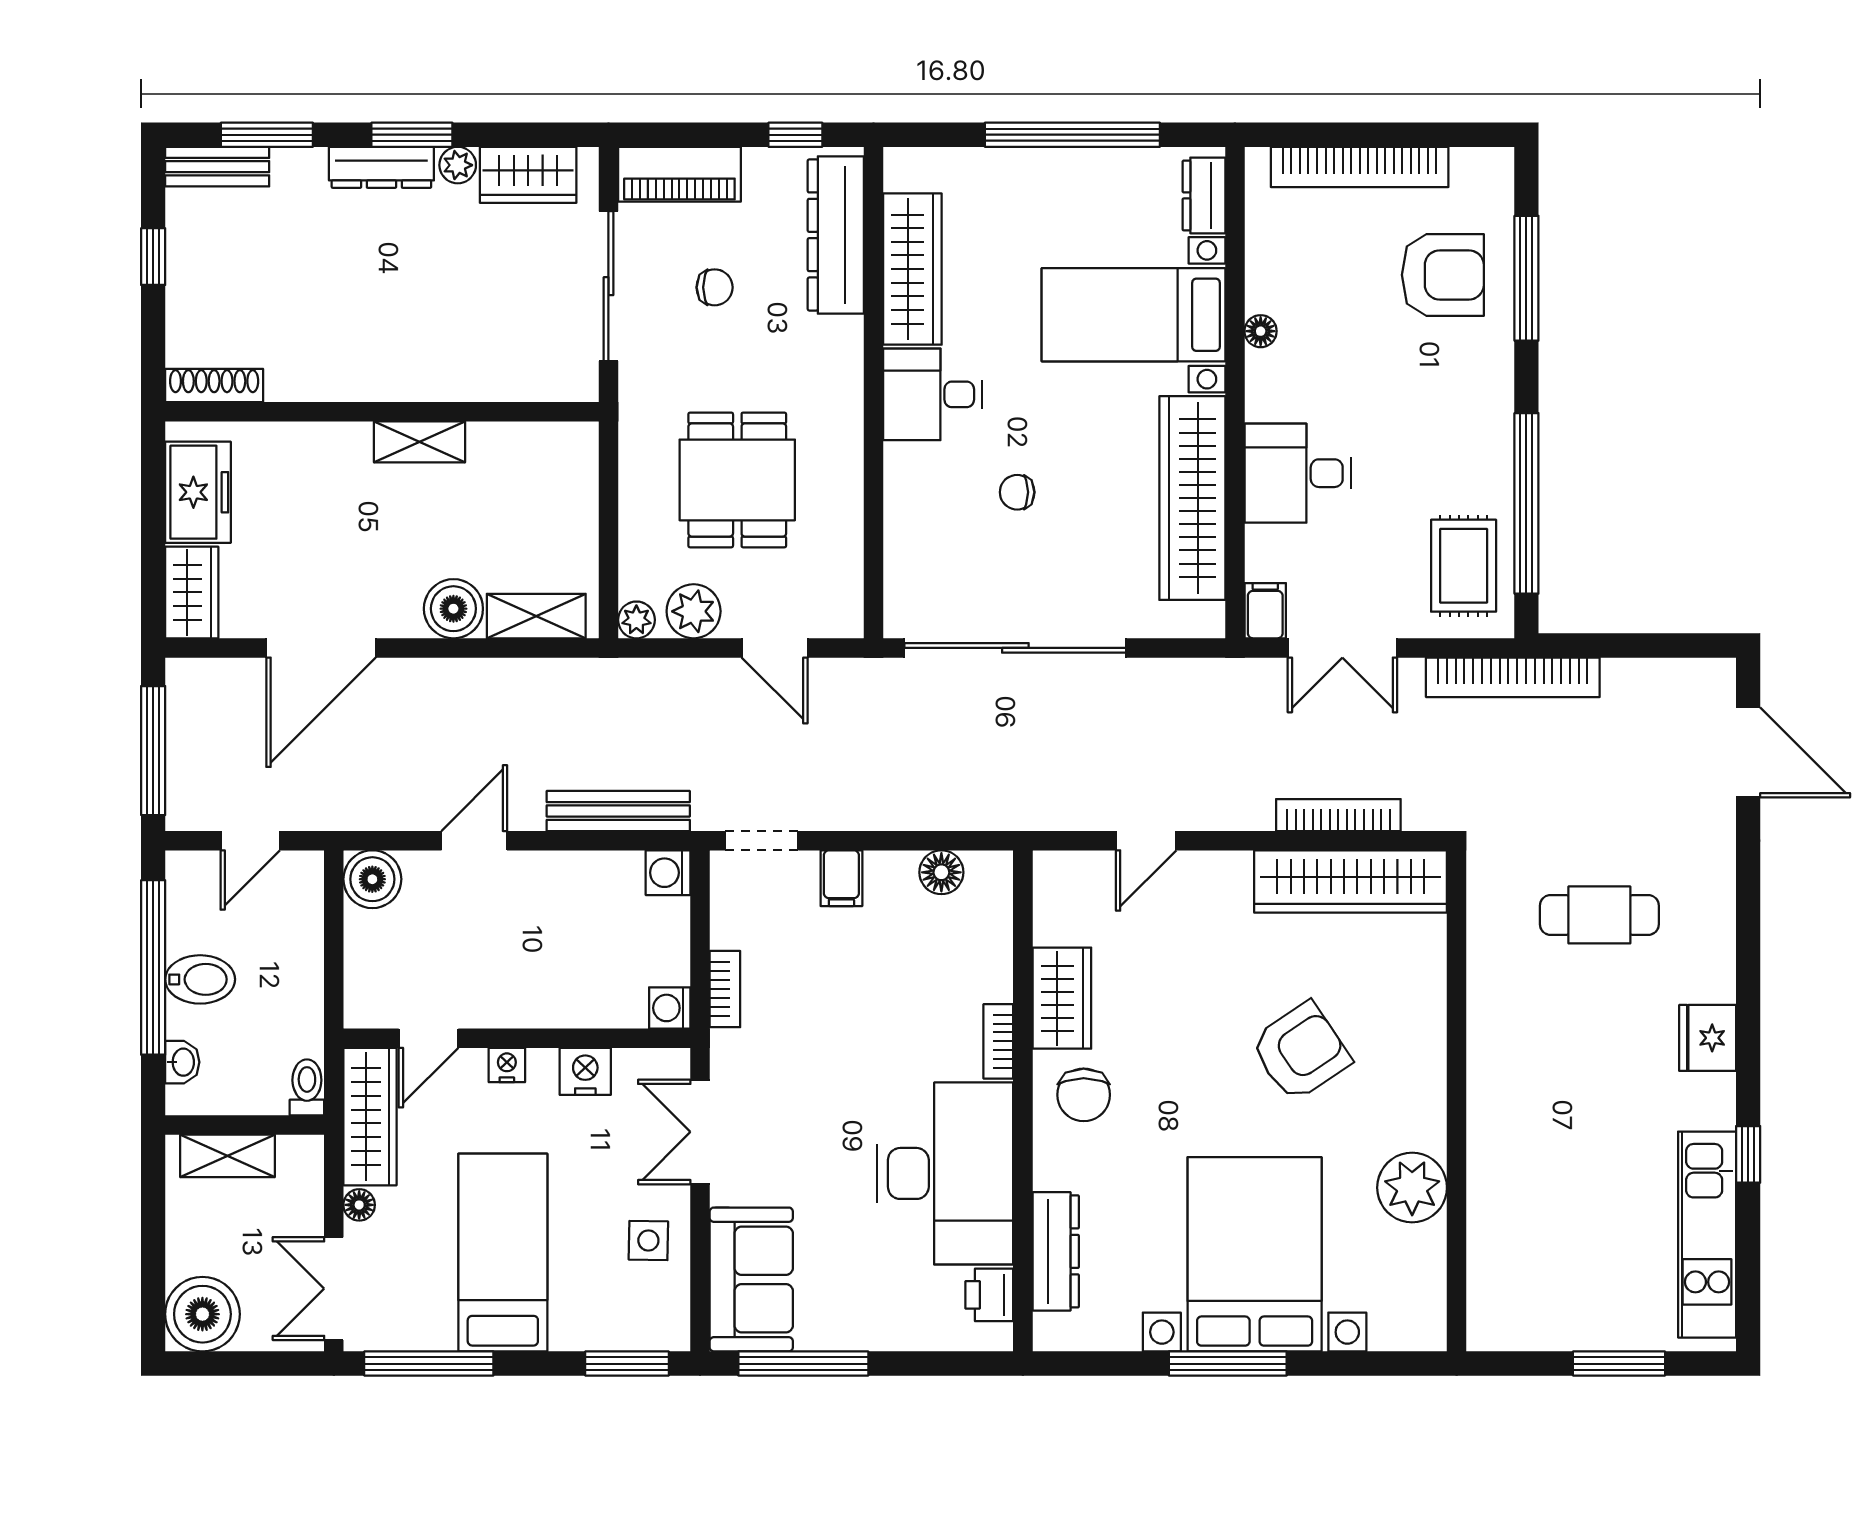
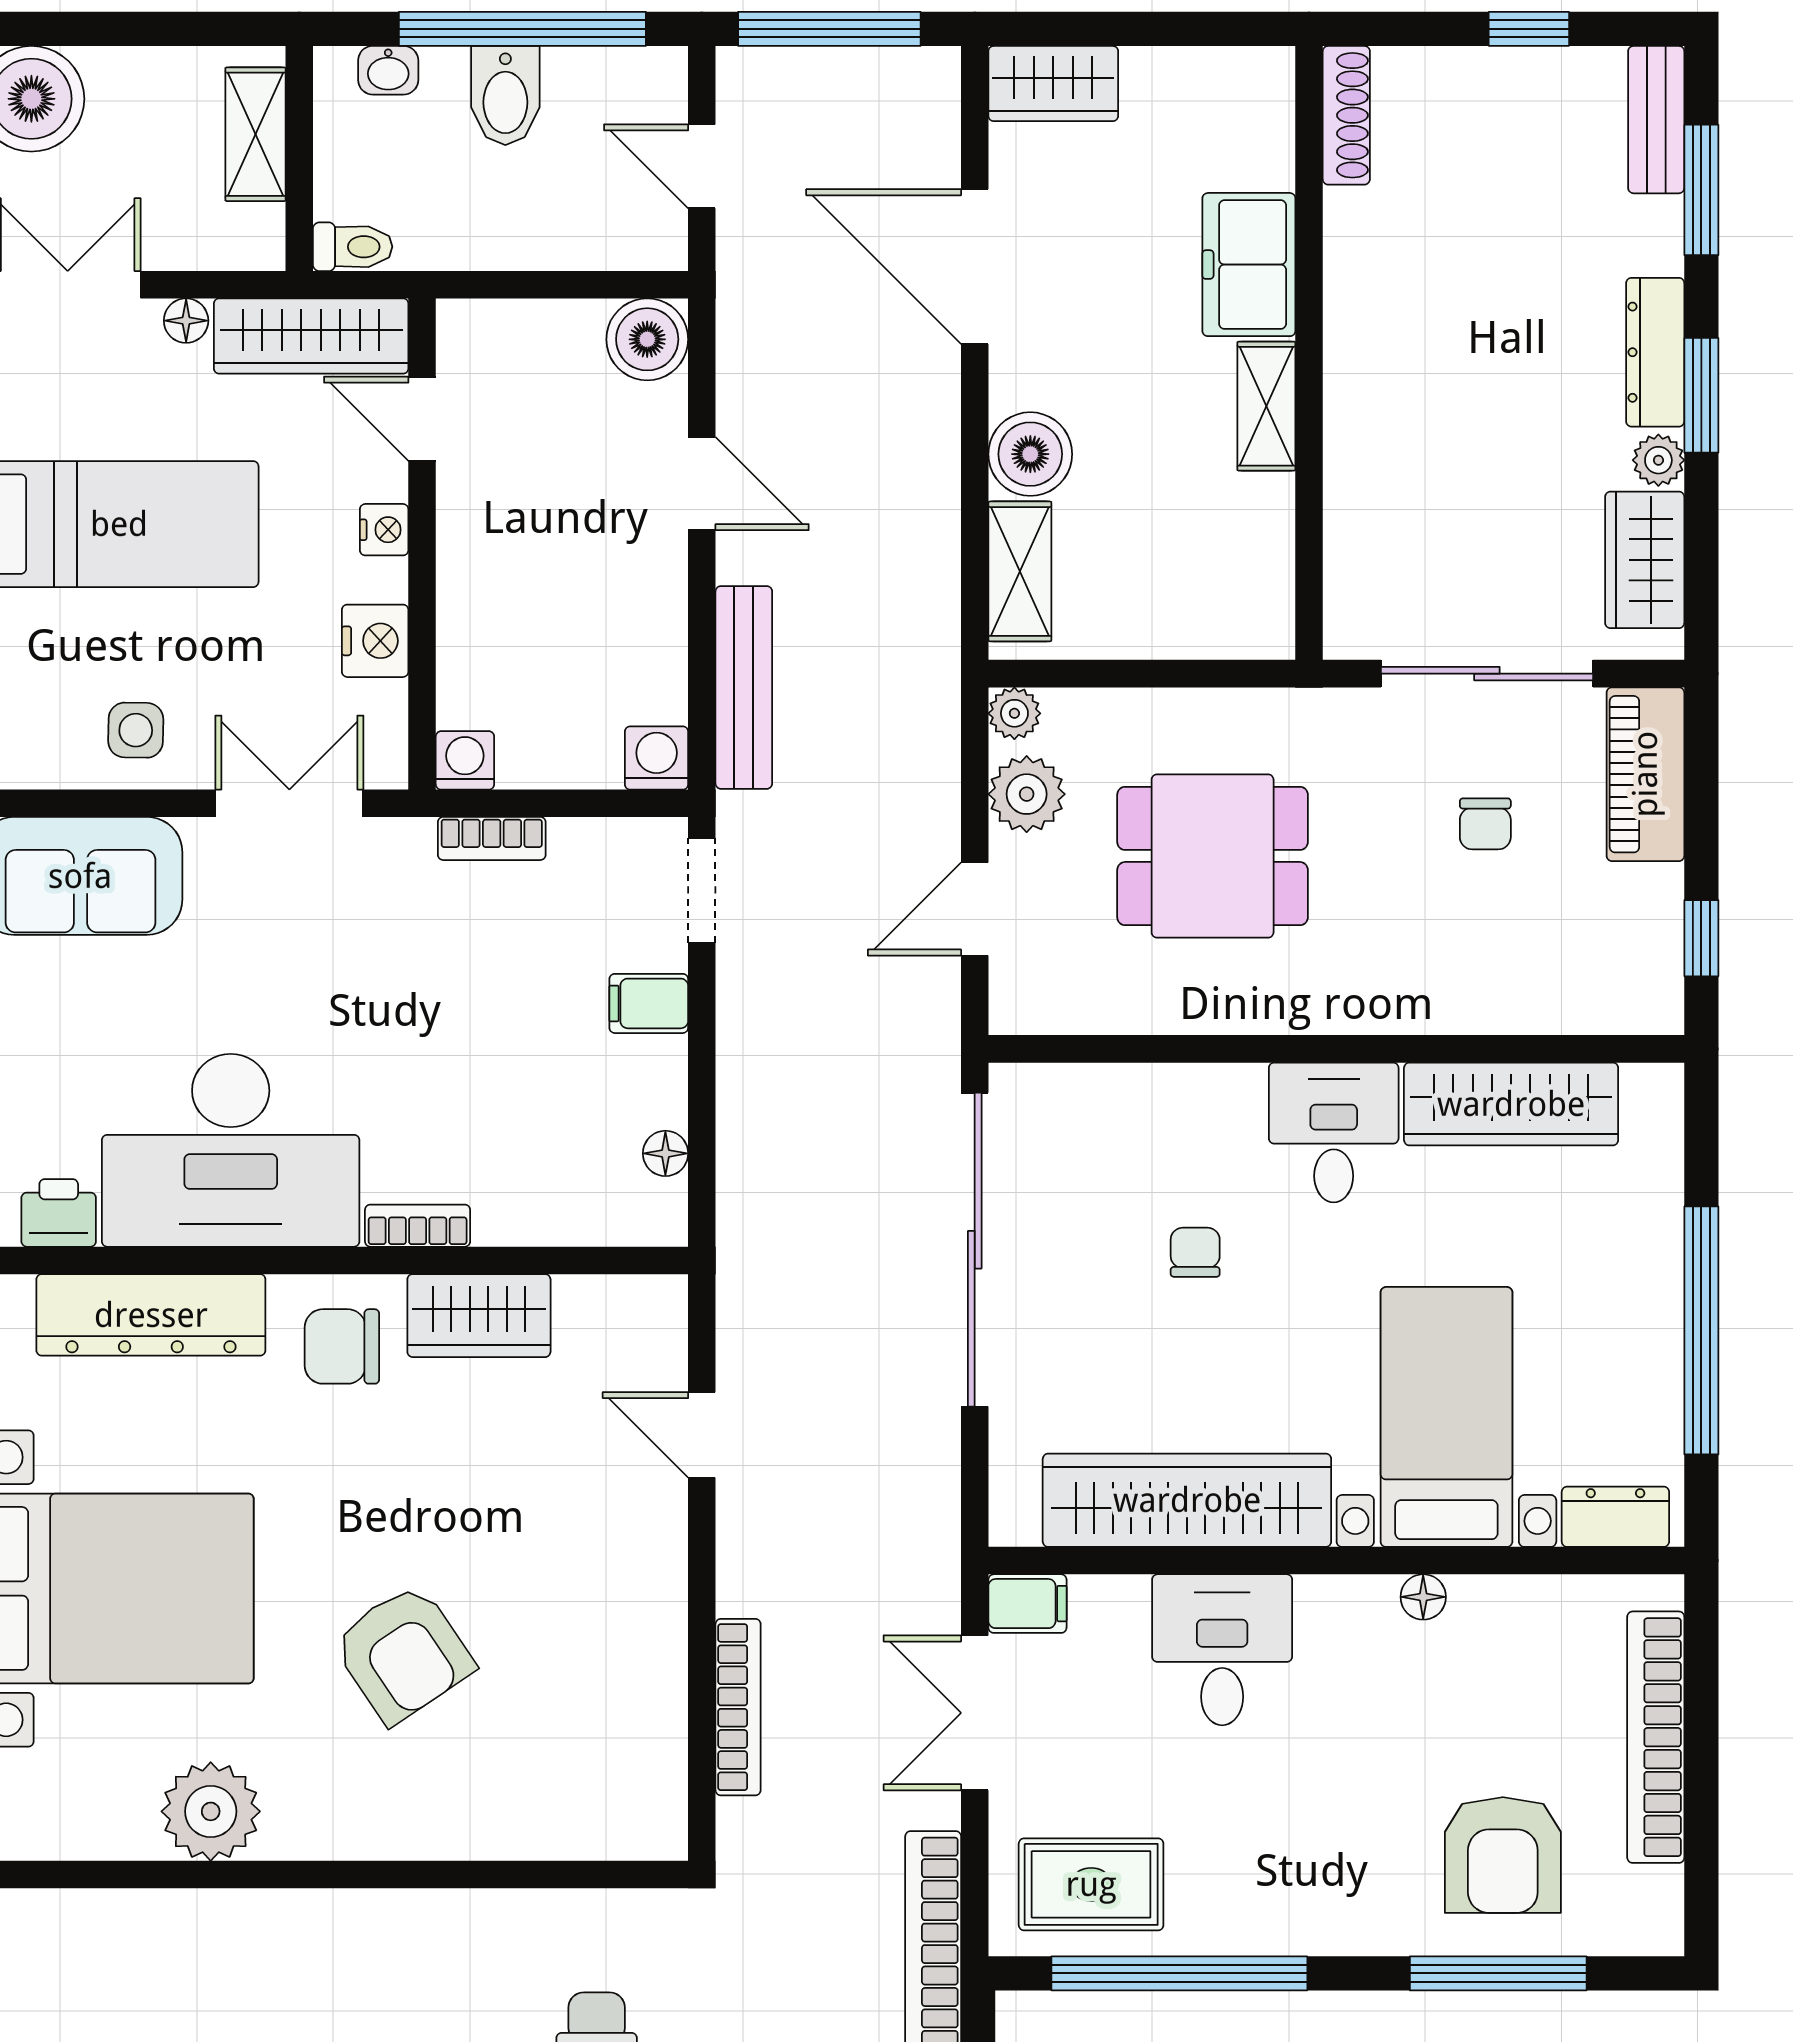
dresser: (836, 235) -> (1559, 996), removed
freezer: (198, 492) -> (1249, 265), moved, turned 90
floor lamp: (941, 872) -> (665, 1153), width x0.73, depth x0.73
wardrobe: (1351, 882) -> (644, 1724), removed
dresser: (1056, 1251) -> (151, 1315), width x1.37, depth x1.24

